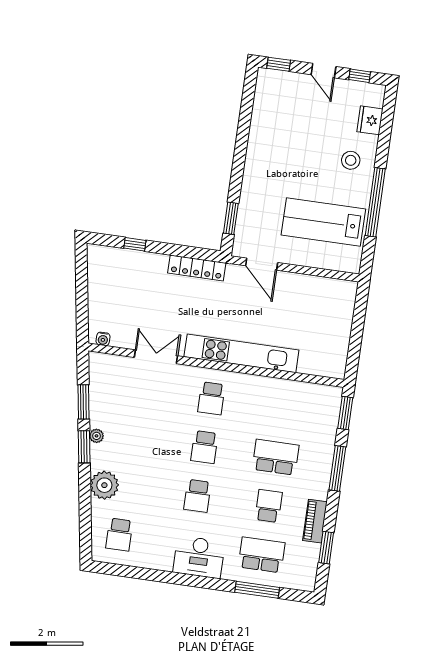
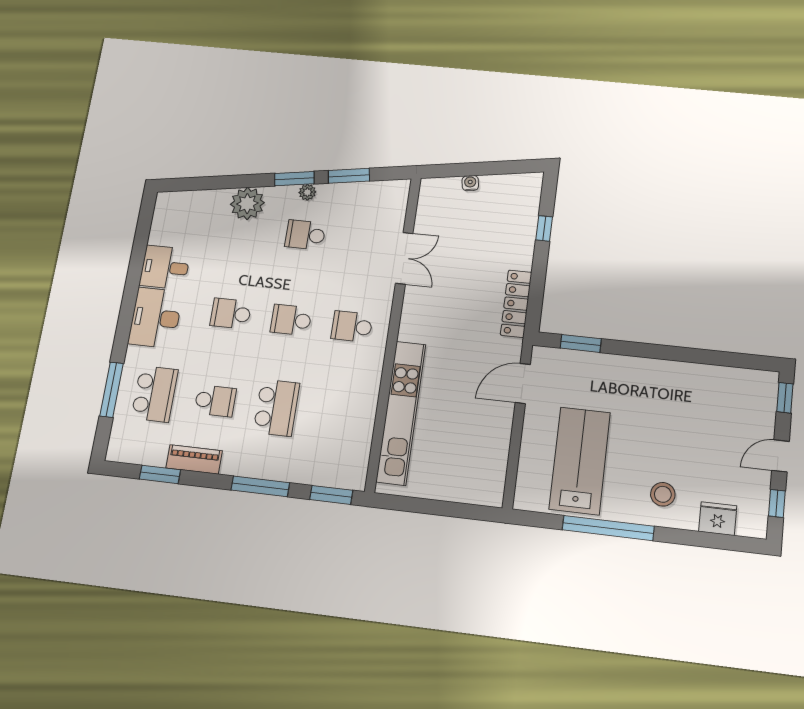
water cooler: (103, 339) -> (470, 183), moved, turned 81
kitchen unit: (241, 353) -> (401, 413), moved
school desk: (119, 535) -> (305, 235), moved
desk: (157, 551) -> (165, 267), added

